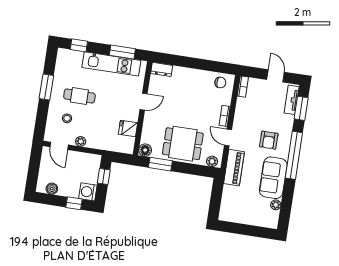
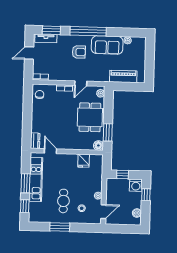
window: (122, 52) -> (25, 183), moved
door: (144, 102) -> (50, 151), moved
piano: (234, 168) -> (123, 76), moved

